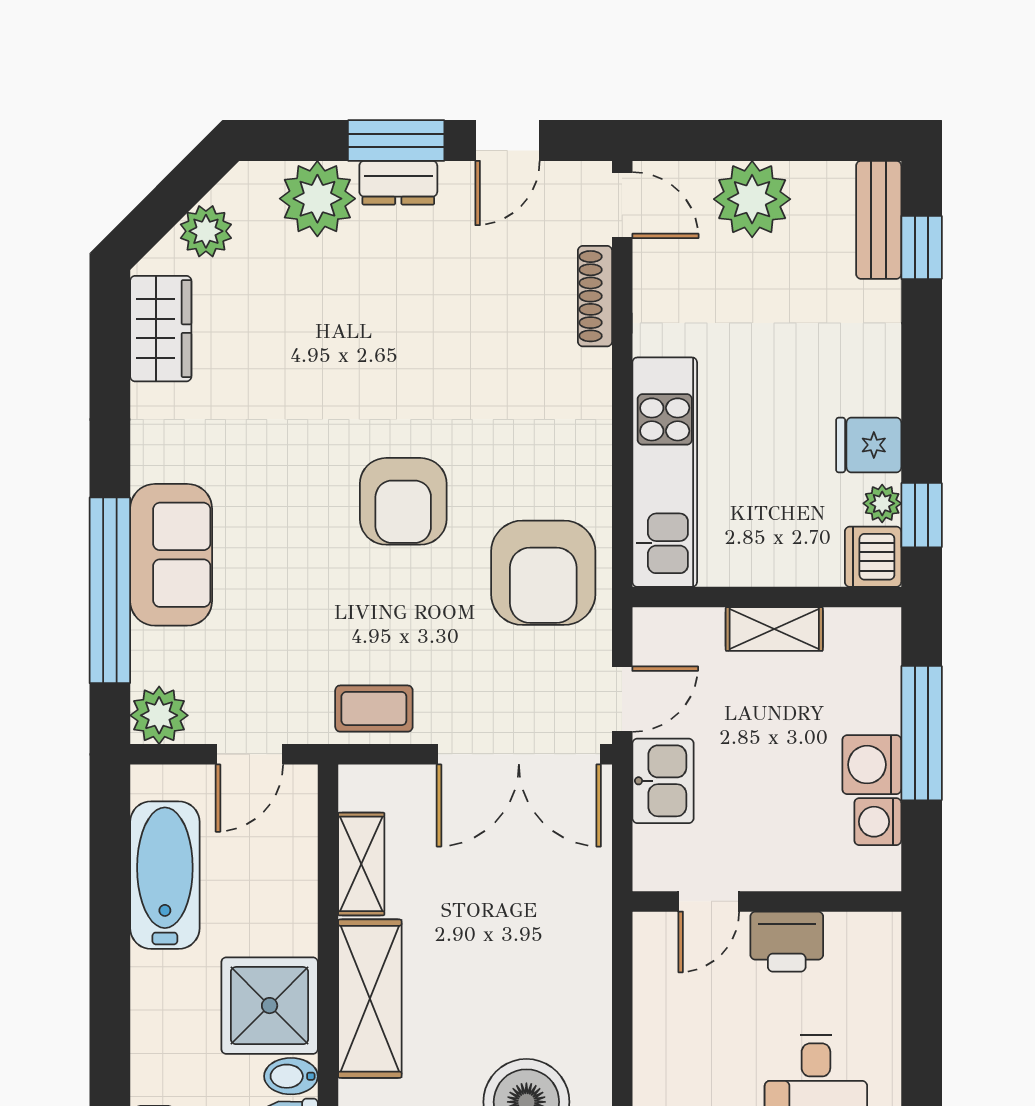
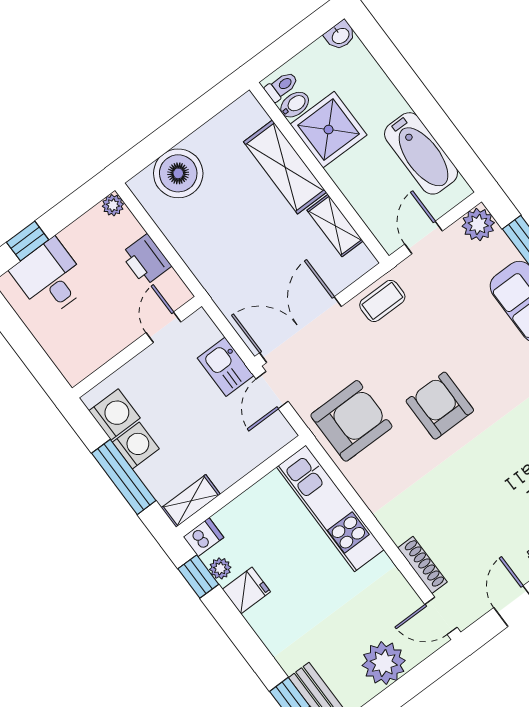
dishwasher: (873, 557) -> (203, 537), width x0.73
armchair: (543, 573) -> (351, 421), turned 90
shelving: (774, 629) -> (191, 501), moved
washing machine: (878, 822) -> (115, 414), width x1.38, depth x1.38
printer: (787, 942) -> (146, 260), moved, turned -90

